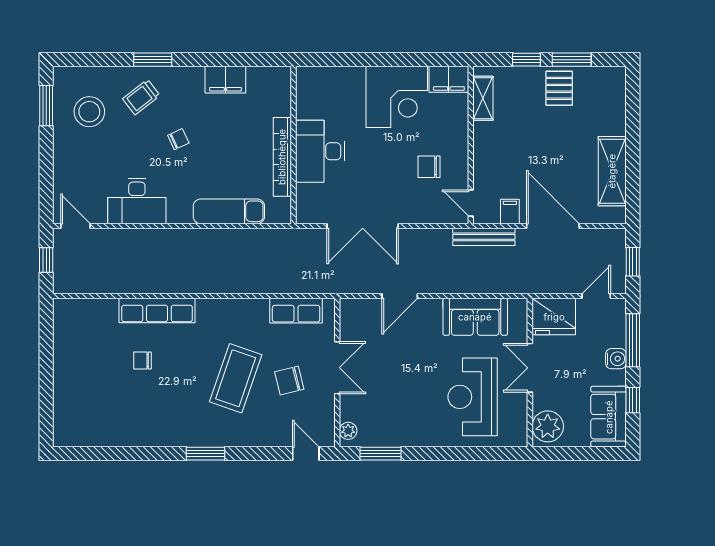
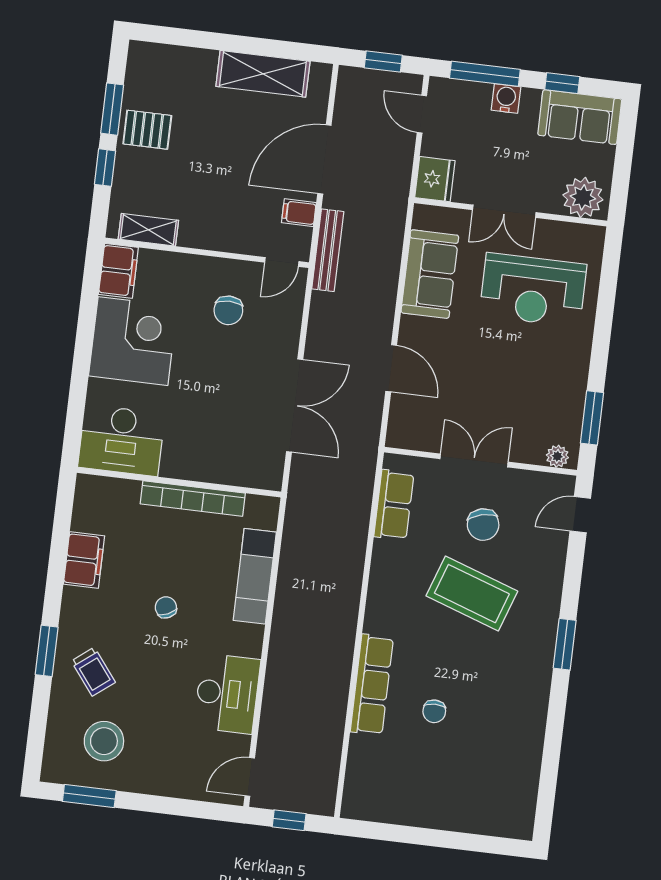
chair: (178, 139) -> (166, 607), moved
desk: (320, 151) -> (121, 440), moved
fridge: (554, 317) -> (435, 179), width x0.73, depth x0.75

